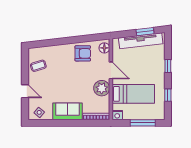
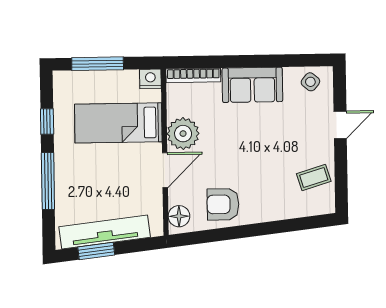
window: (168, 66) -> (48, 181), width x2.17
door: (111, 70) -> (165, 170), swing flipped
door: (25, 91) -> (340, 125), swing flipped

